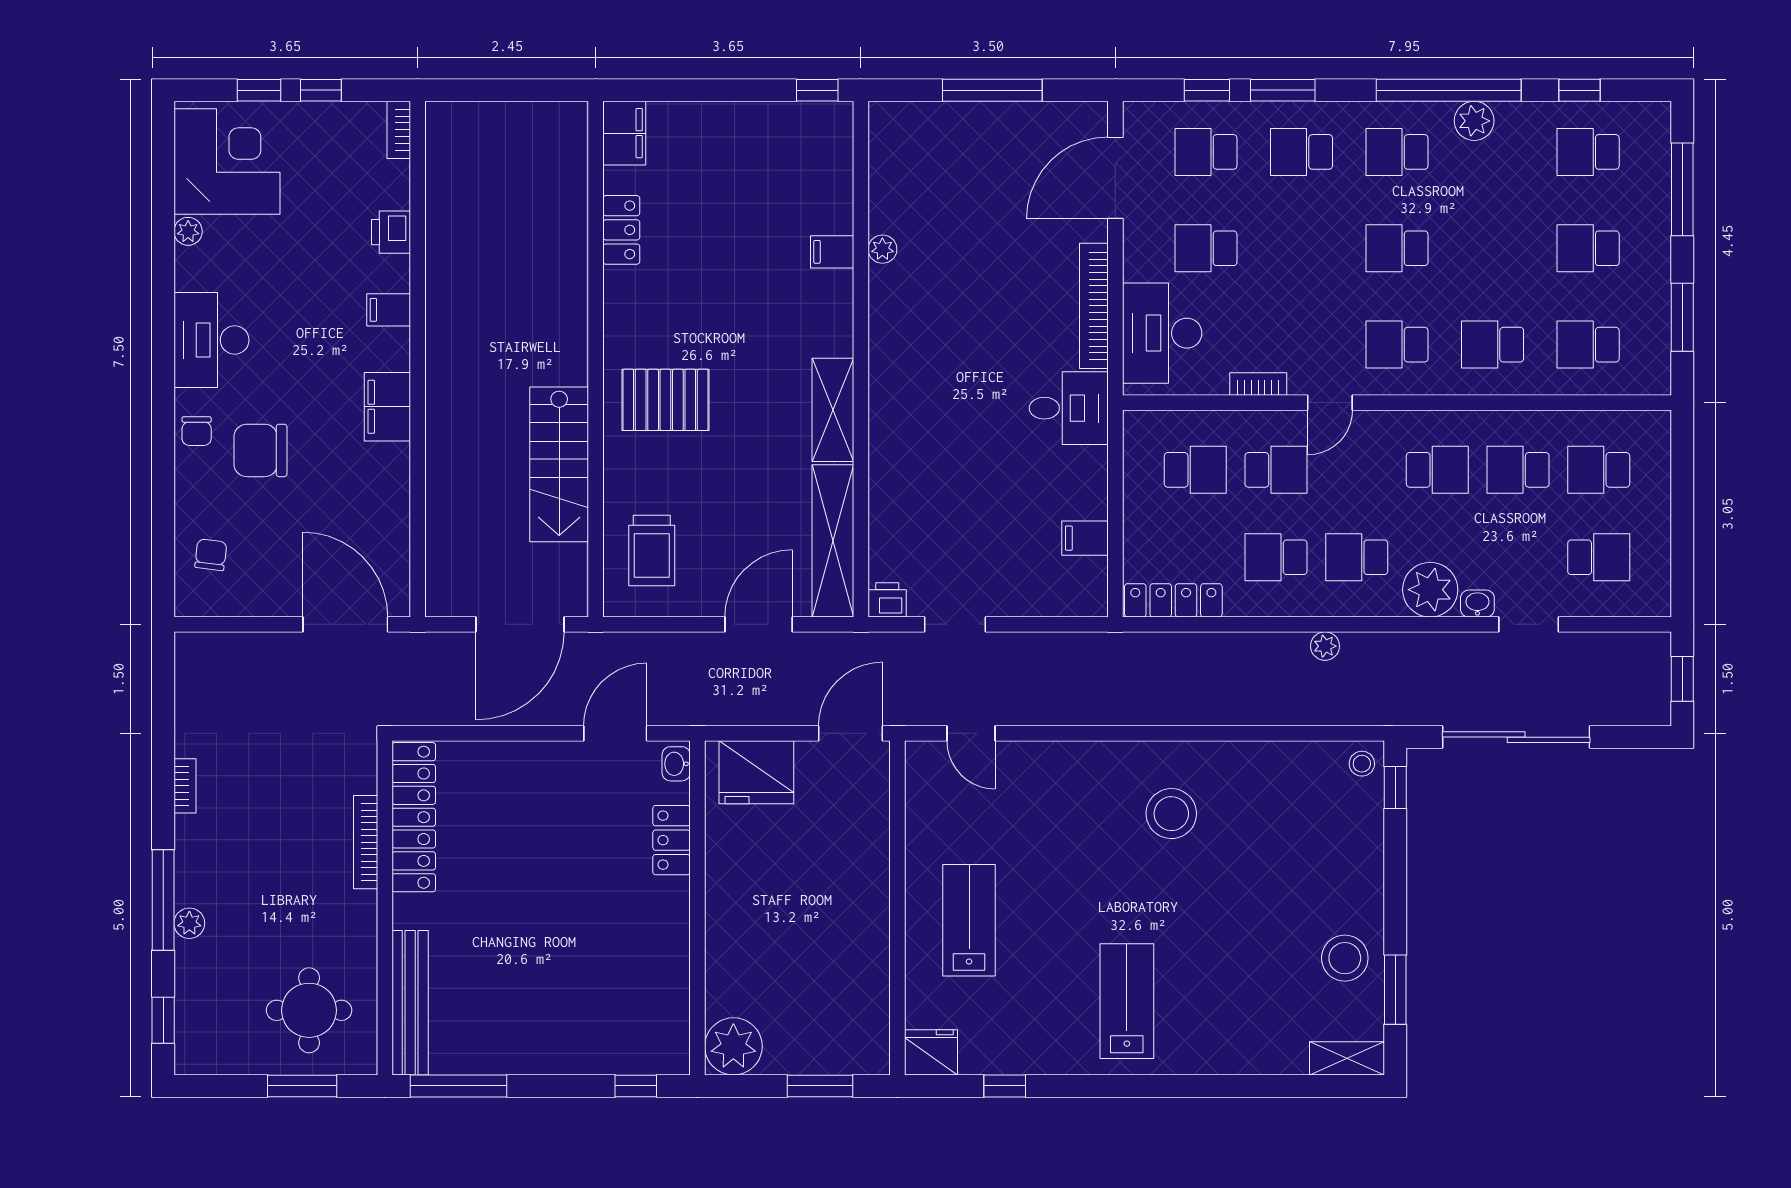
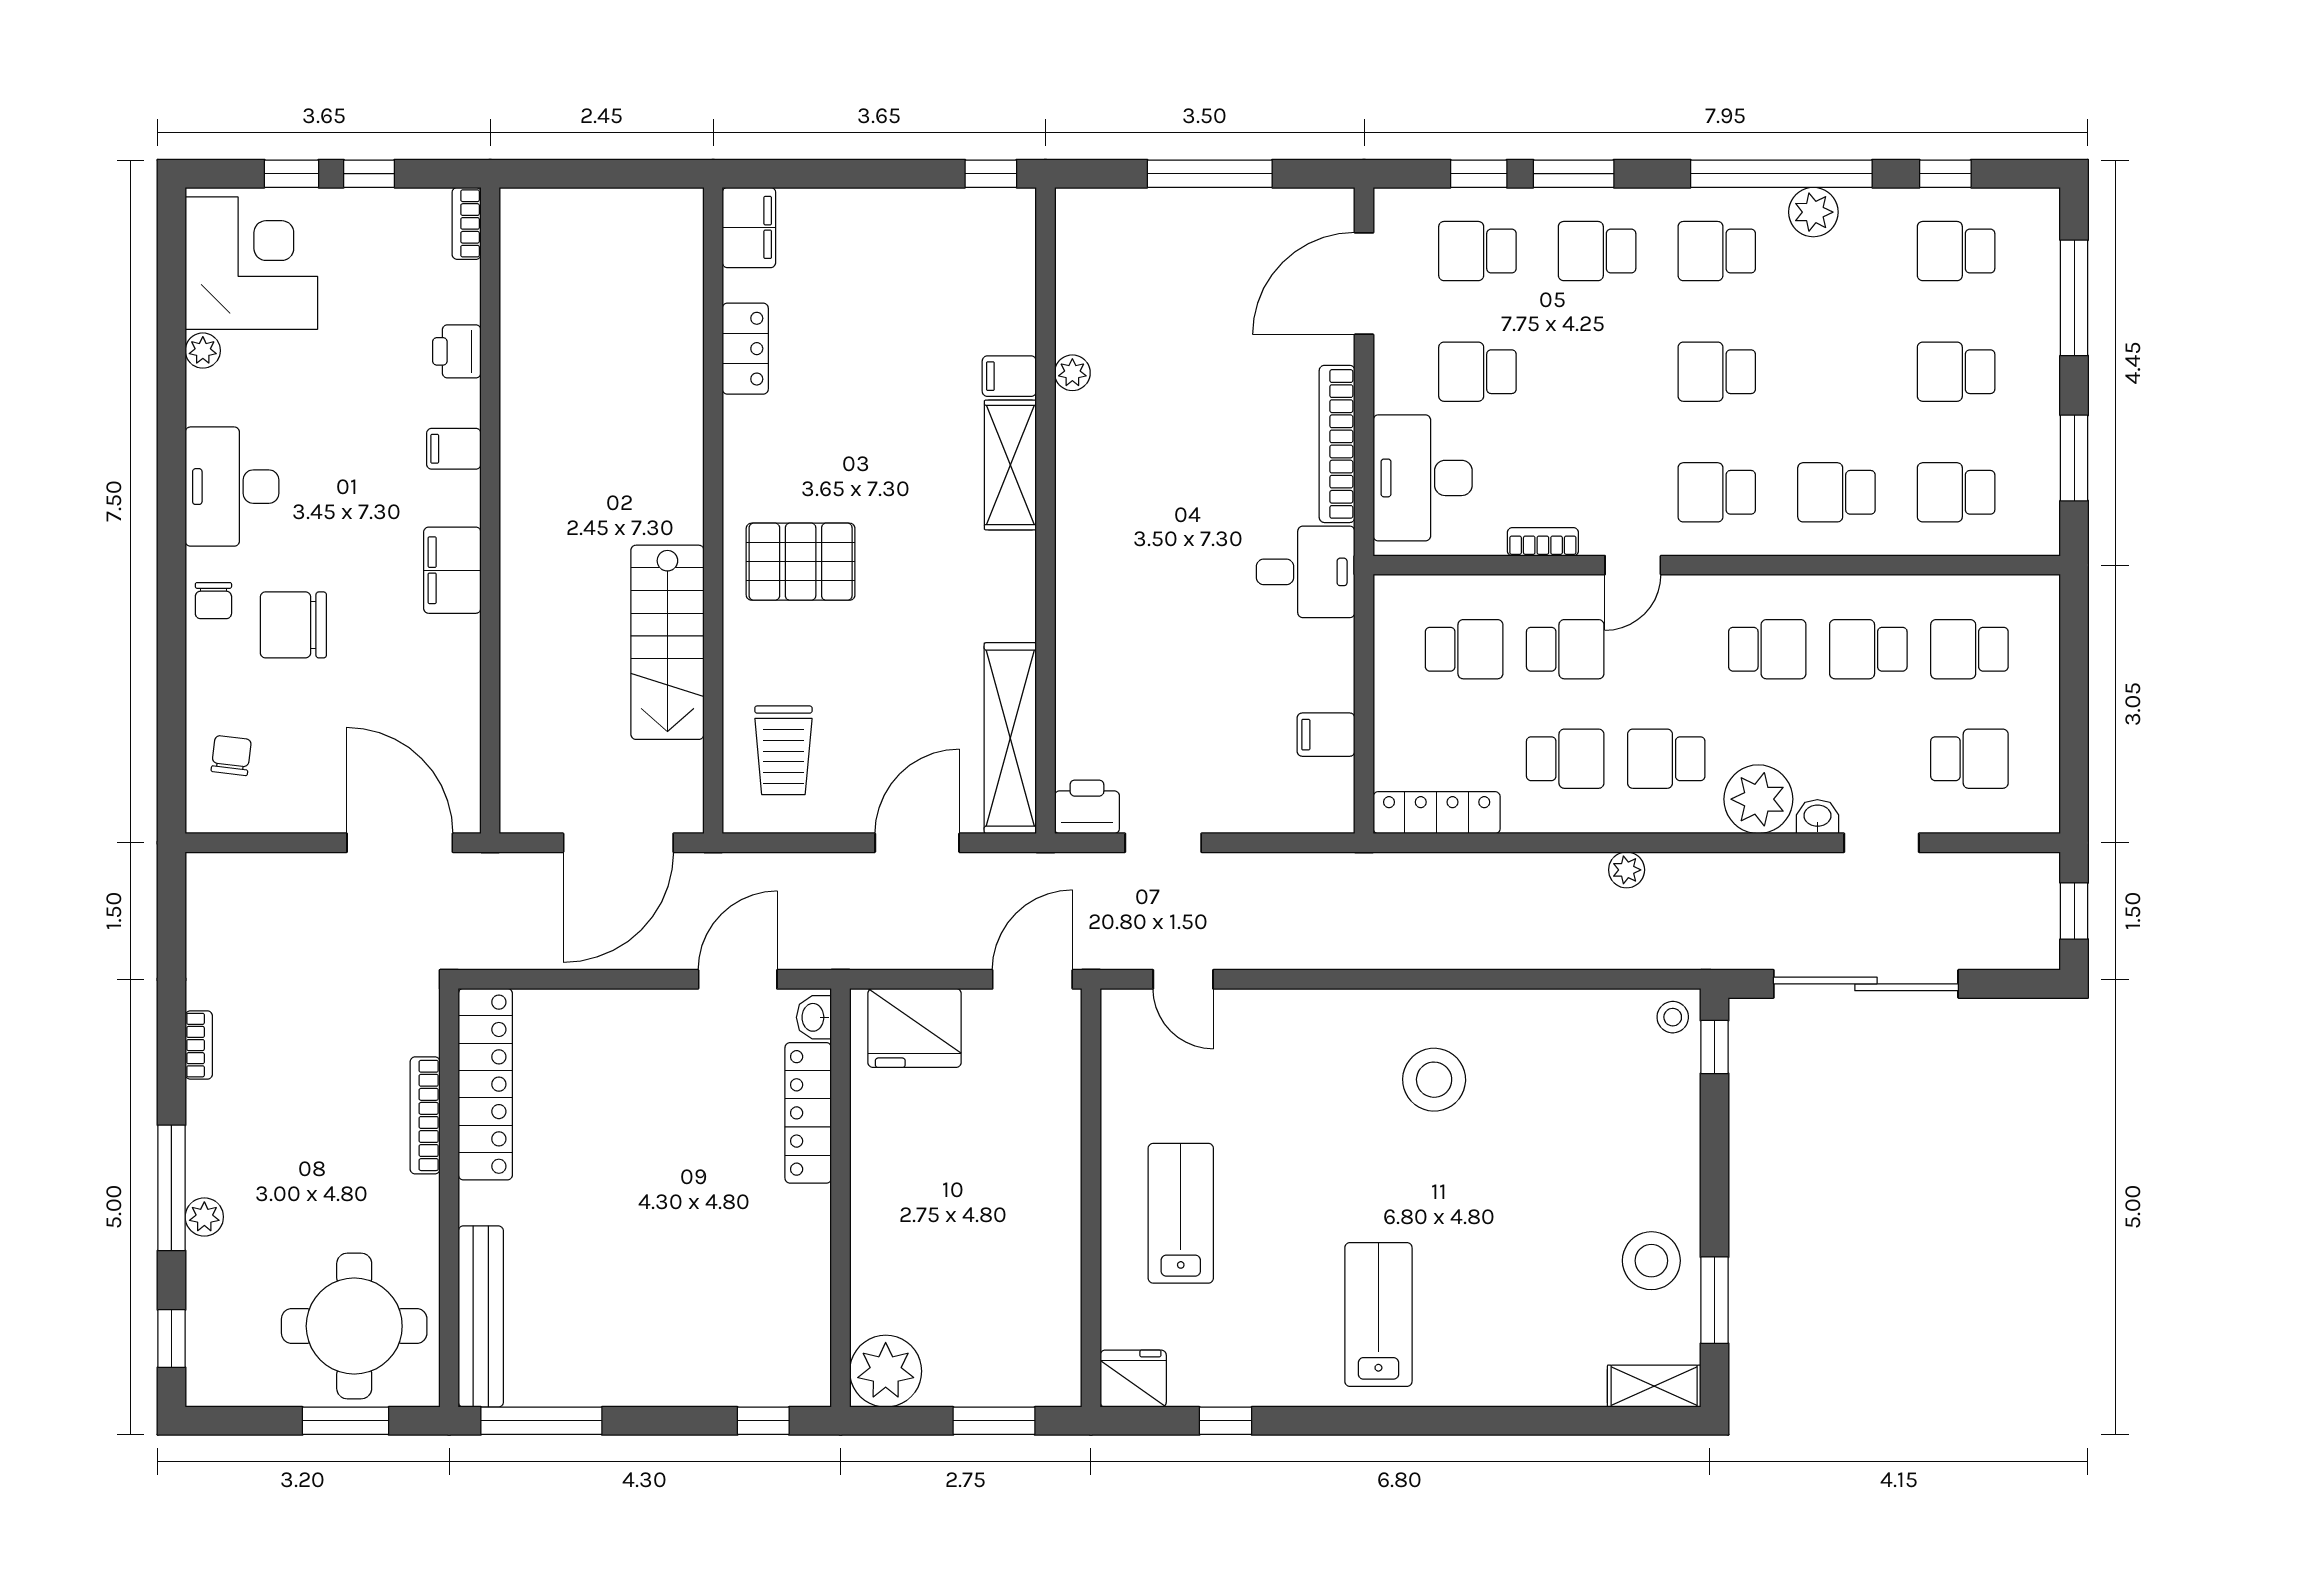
shelving: (833, 410) -> (1010, 465), moved
school desk: (1276, 557) -> (1565, 759), turned 180
printer: (887, 600) -> (1087, 807), width x1.36, depth x1.24
locker: (672, 840) -> (808, 1113), width x1.53
round table: (309, 1010) -> (354, 1326), width x1.36, depth x1.36

